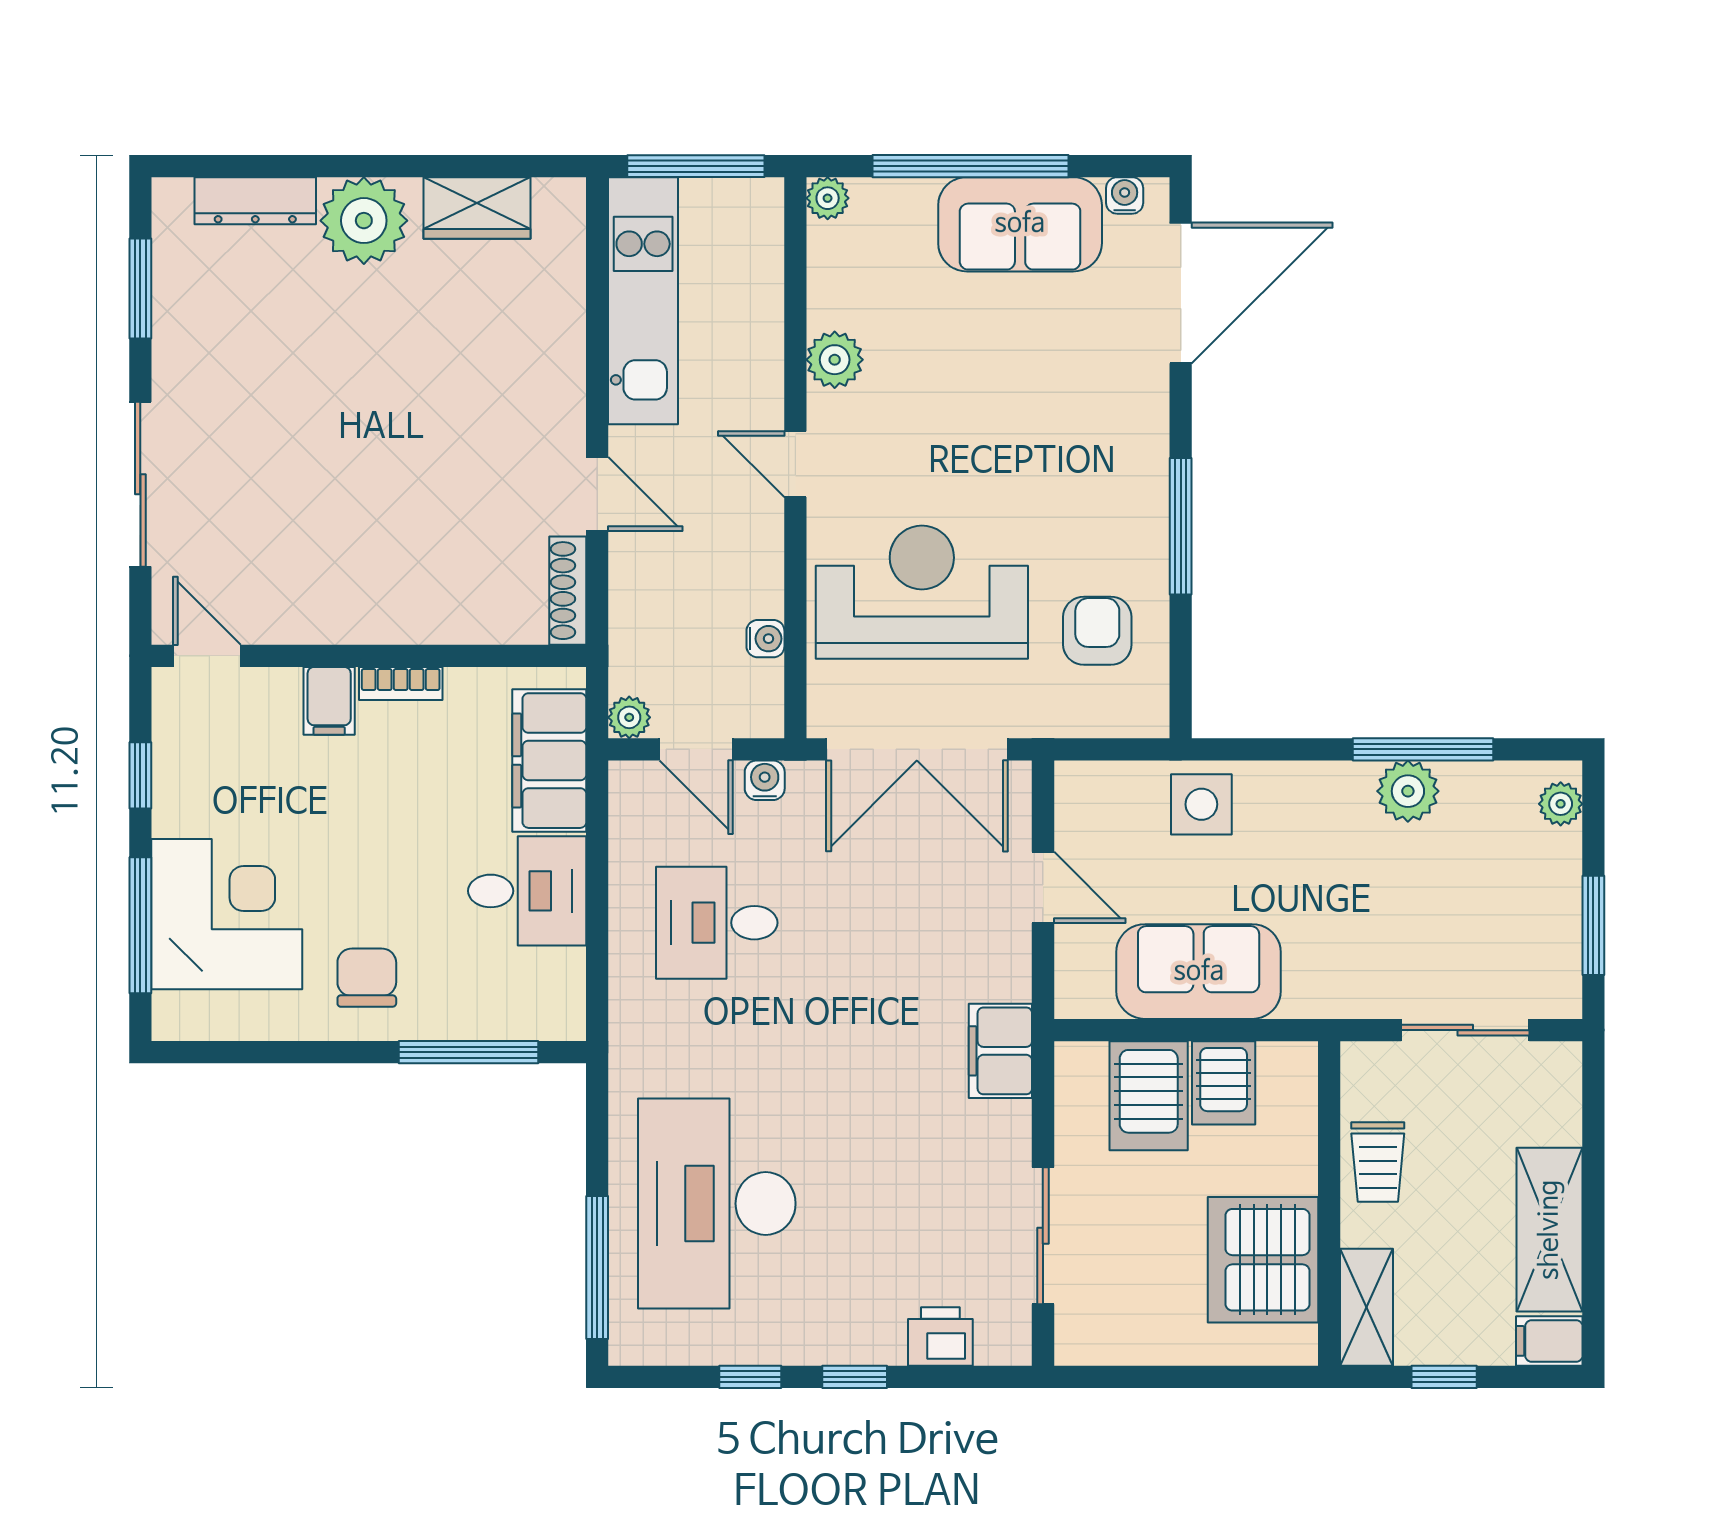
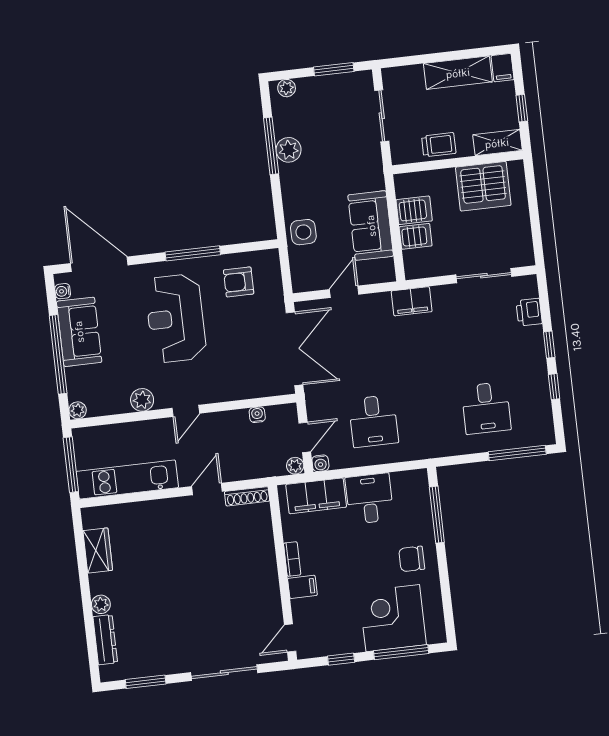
plant: (364, 221) -> (101, 604), width x0.53, depth x0.53
reception desk: (922, 592) -> (176, 318), moved
water cooler: (765, 780) -> (320, 463), moved, turned -90
server rack: (1149, 1096) -> (416, 236), width x0.73, depth x0.70
desk: (717, 1204) -> (486, 408), width x0.53, depth x0.77

